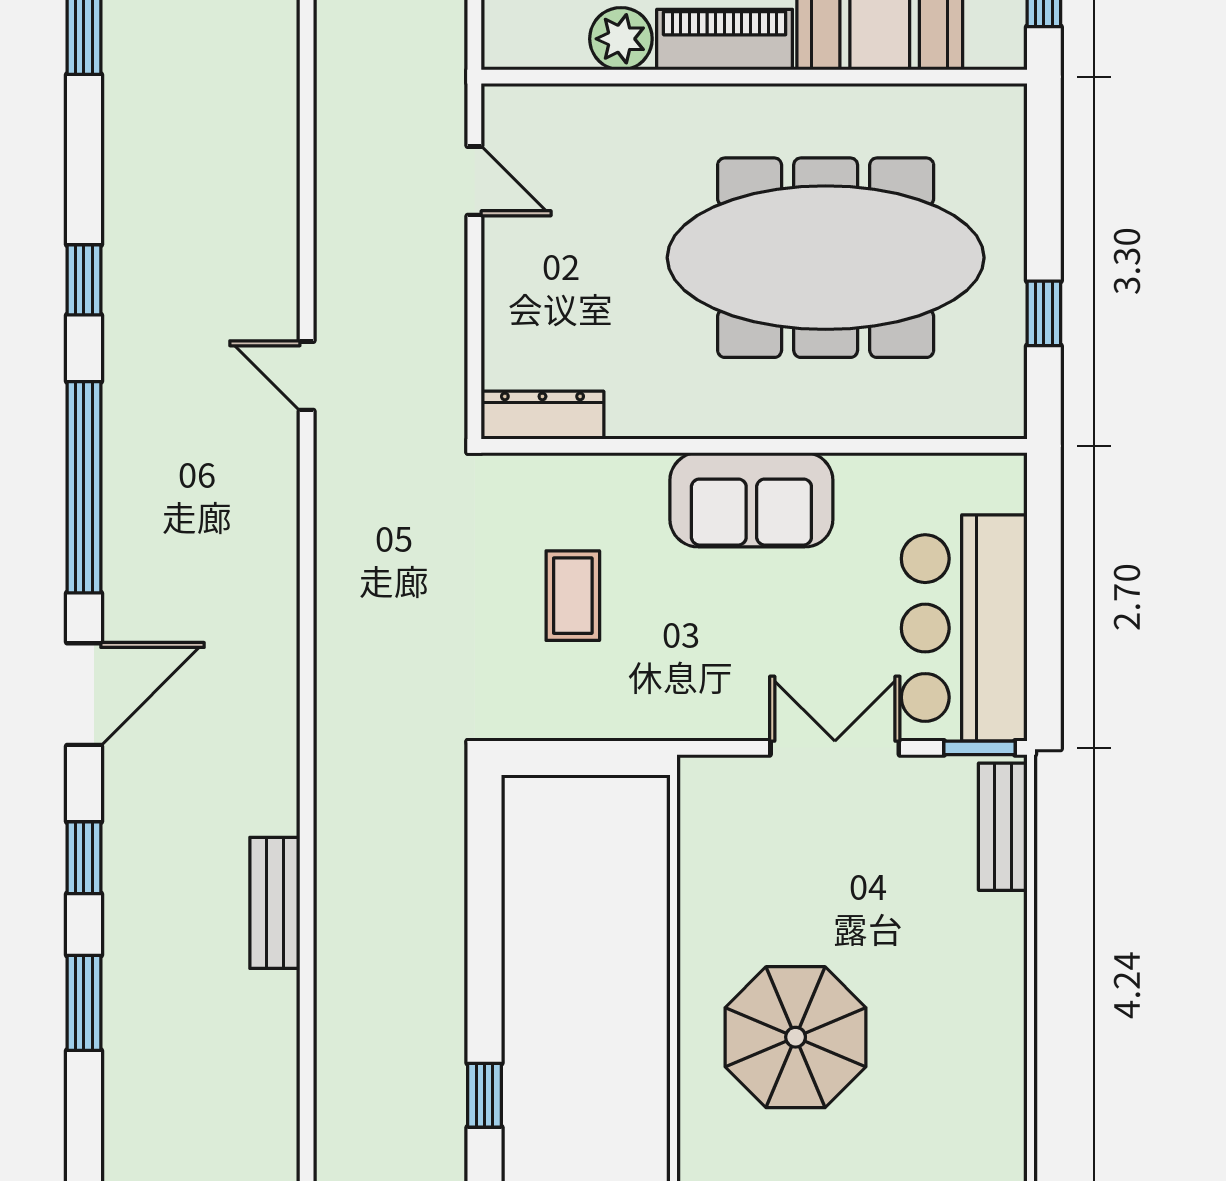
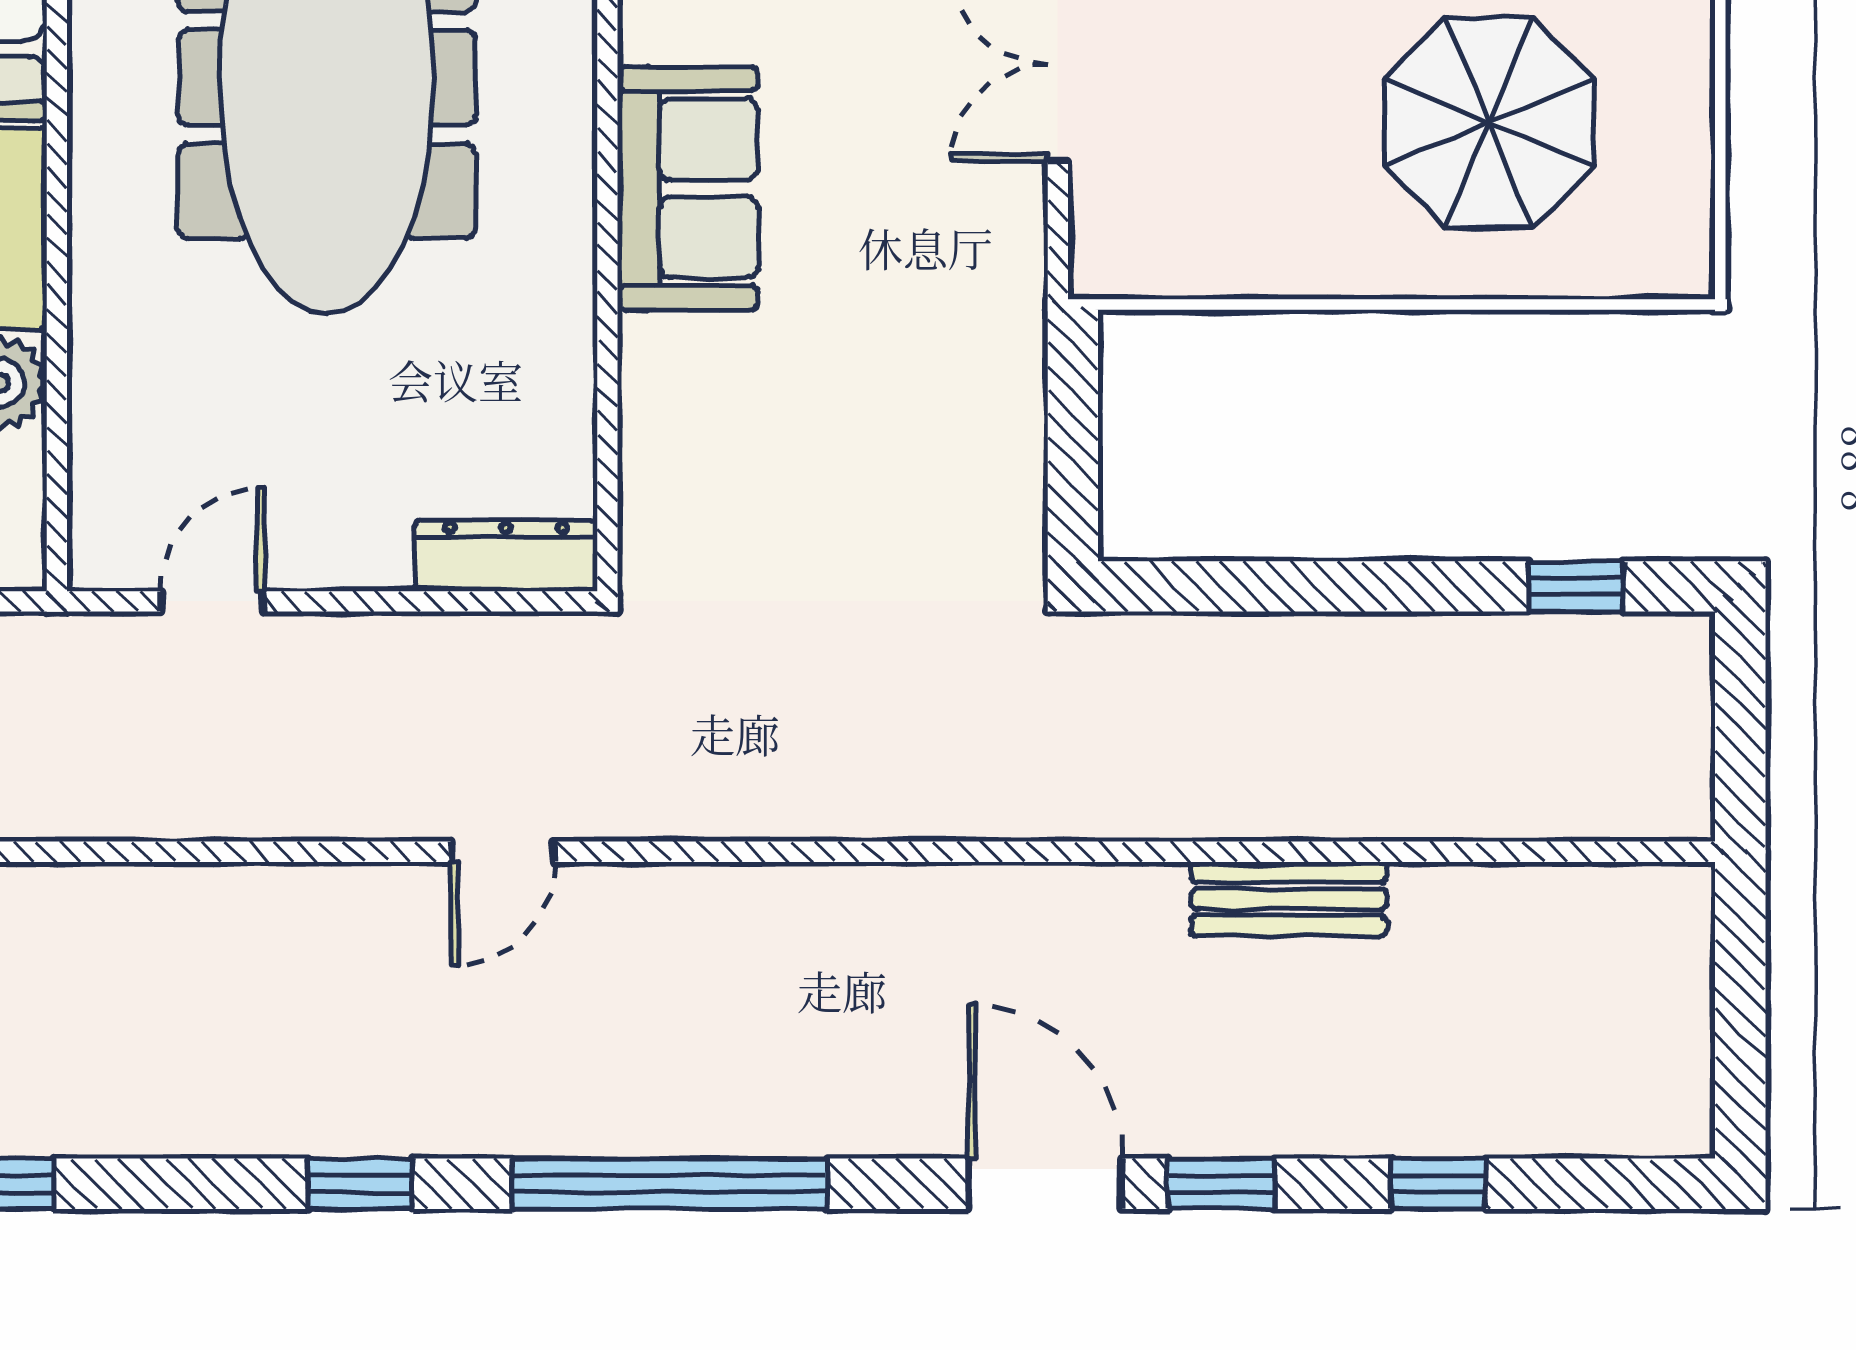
dresser: (542, 415) -> (506, 556), moved, turned 90
coffee table: (573, 596) -> (831, 455), removed
door: (84, 694) -> (1045, 1184), moved
window: (84, 1003) -> (1438, 1184), width x0.67

